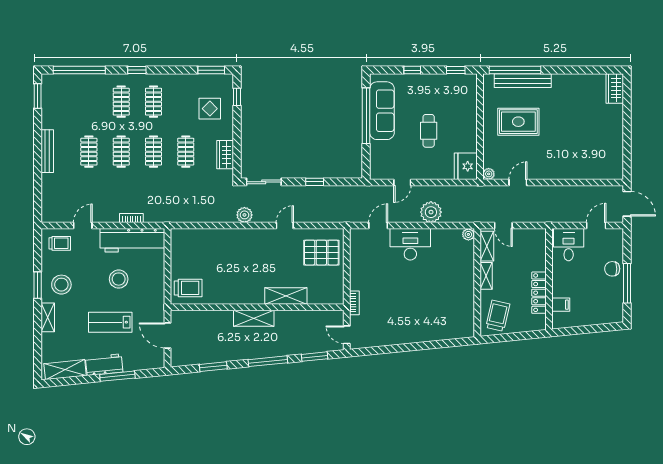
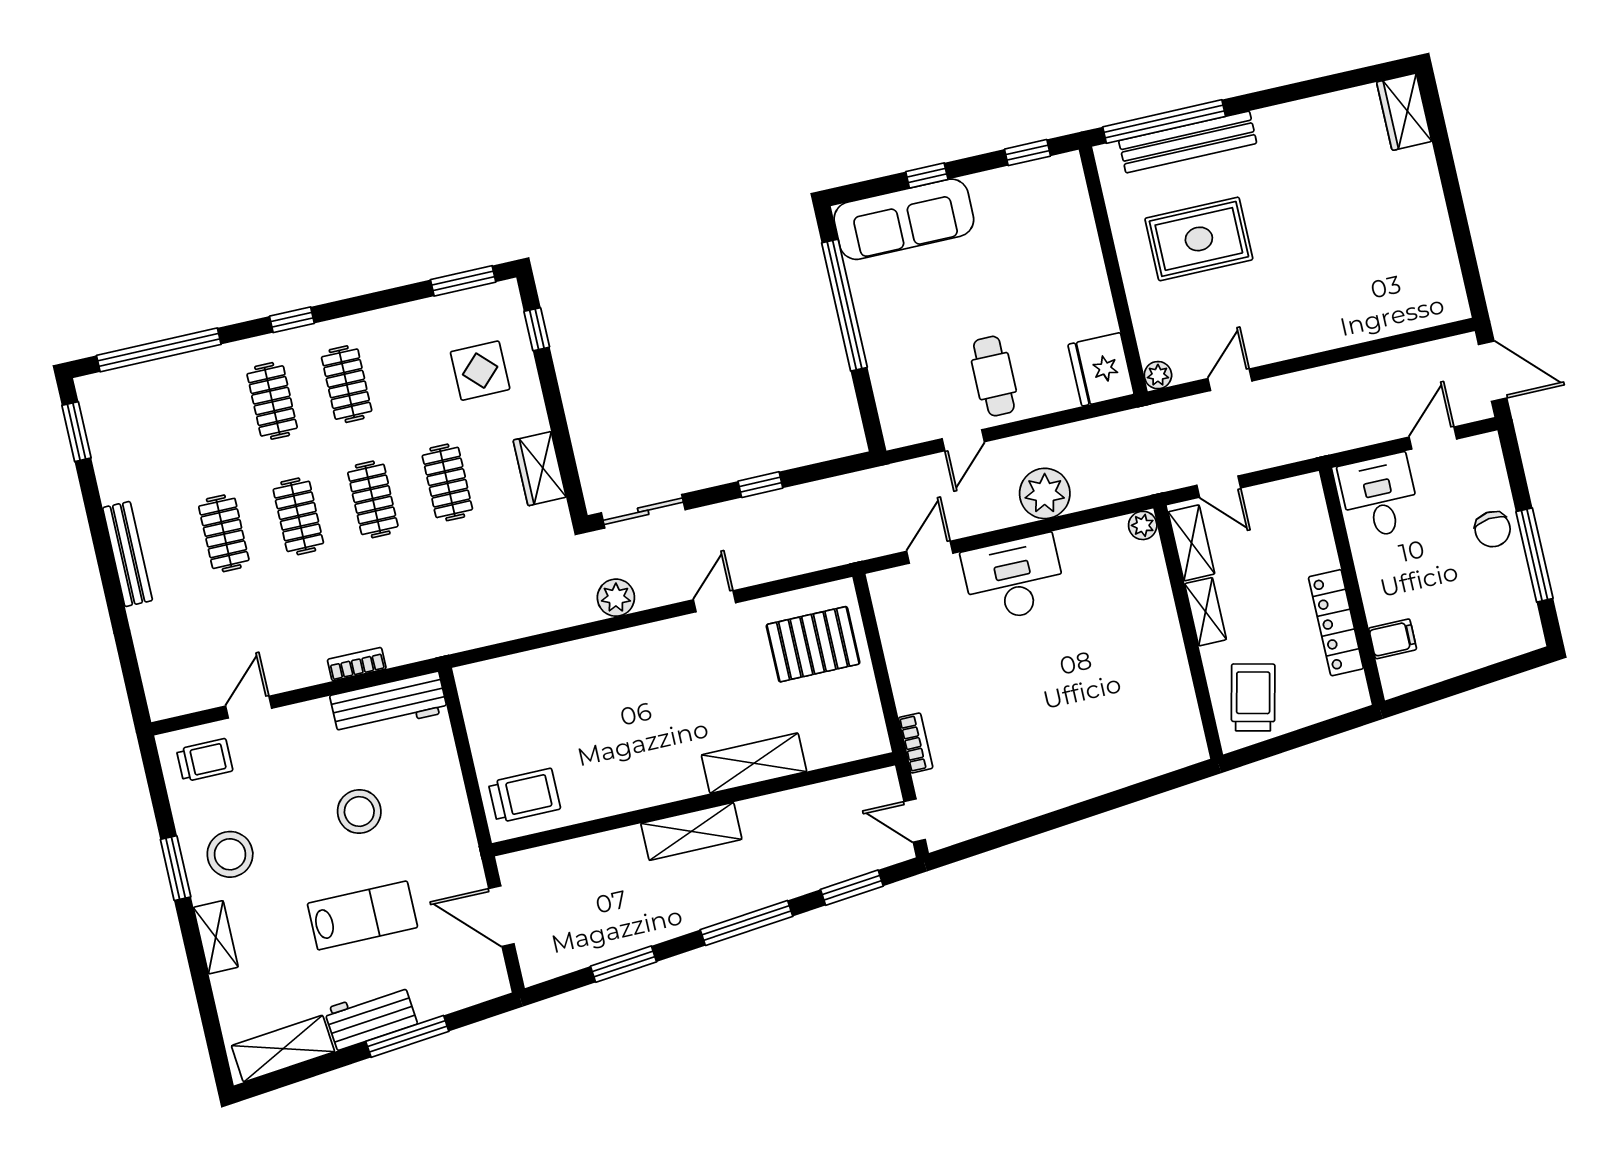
sofa: (382, 111) -> (904, 219), moved, turned 90
cafe table: (429, 131) -> (994, 376), moved
workbench: (132, 240) -> (389, 704), width x0.73, depth x0.76
chair: (612, 269) -> (1493, 529), turned -96
lab bench: (110, 322) -> (362, 915), turned 180

